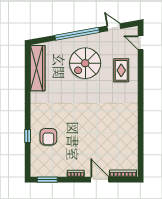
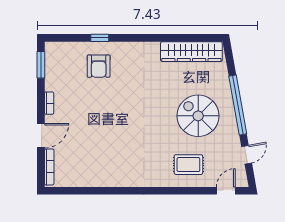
armchair: (48, 137) -> (99, 66), turned -90

